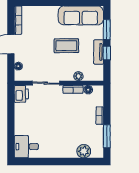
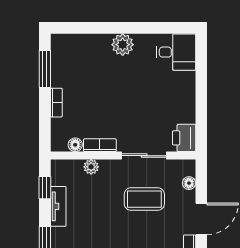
coffee table: (66, 46) -> (144, 199), moved
window: (107, 53) -> (45, 188), moved
plant: (84, 151) -> (123, 45), moved

